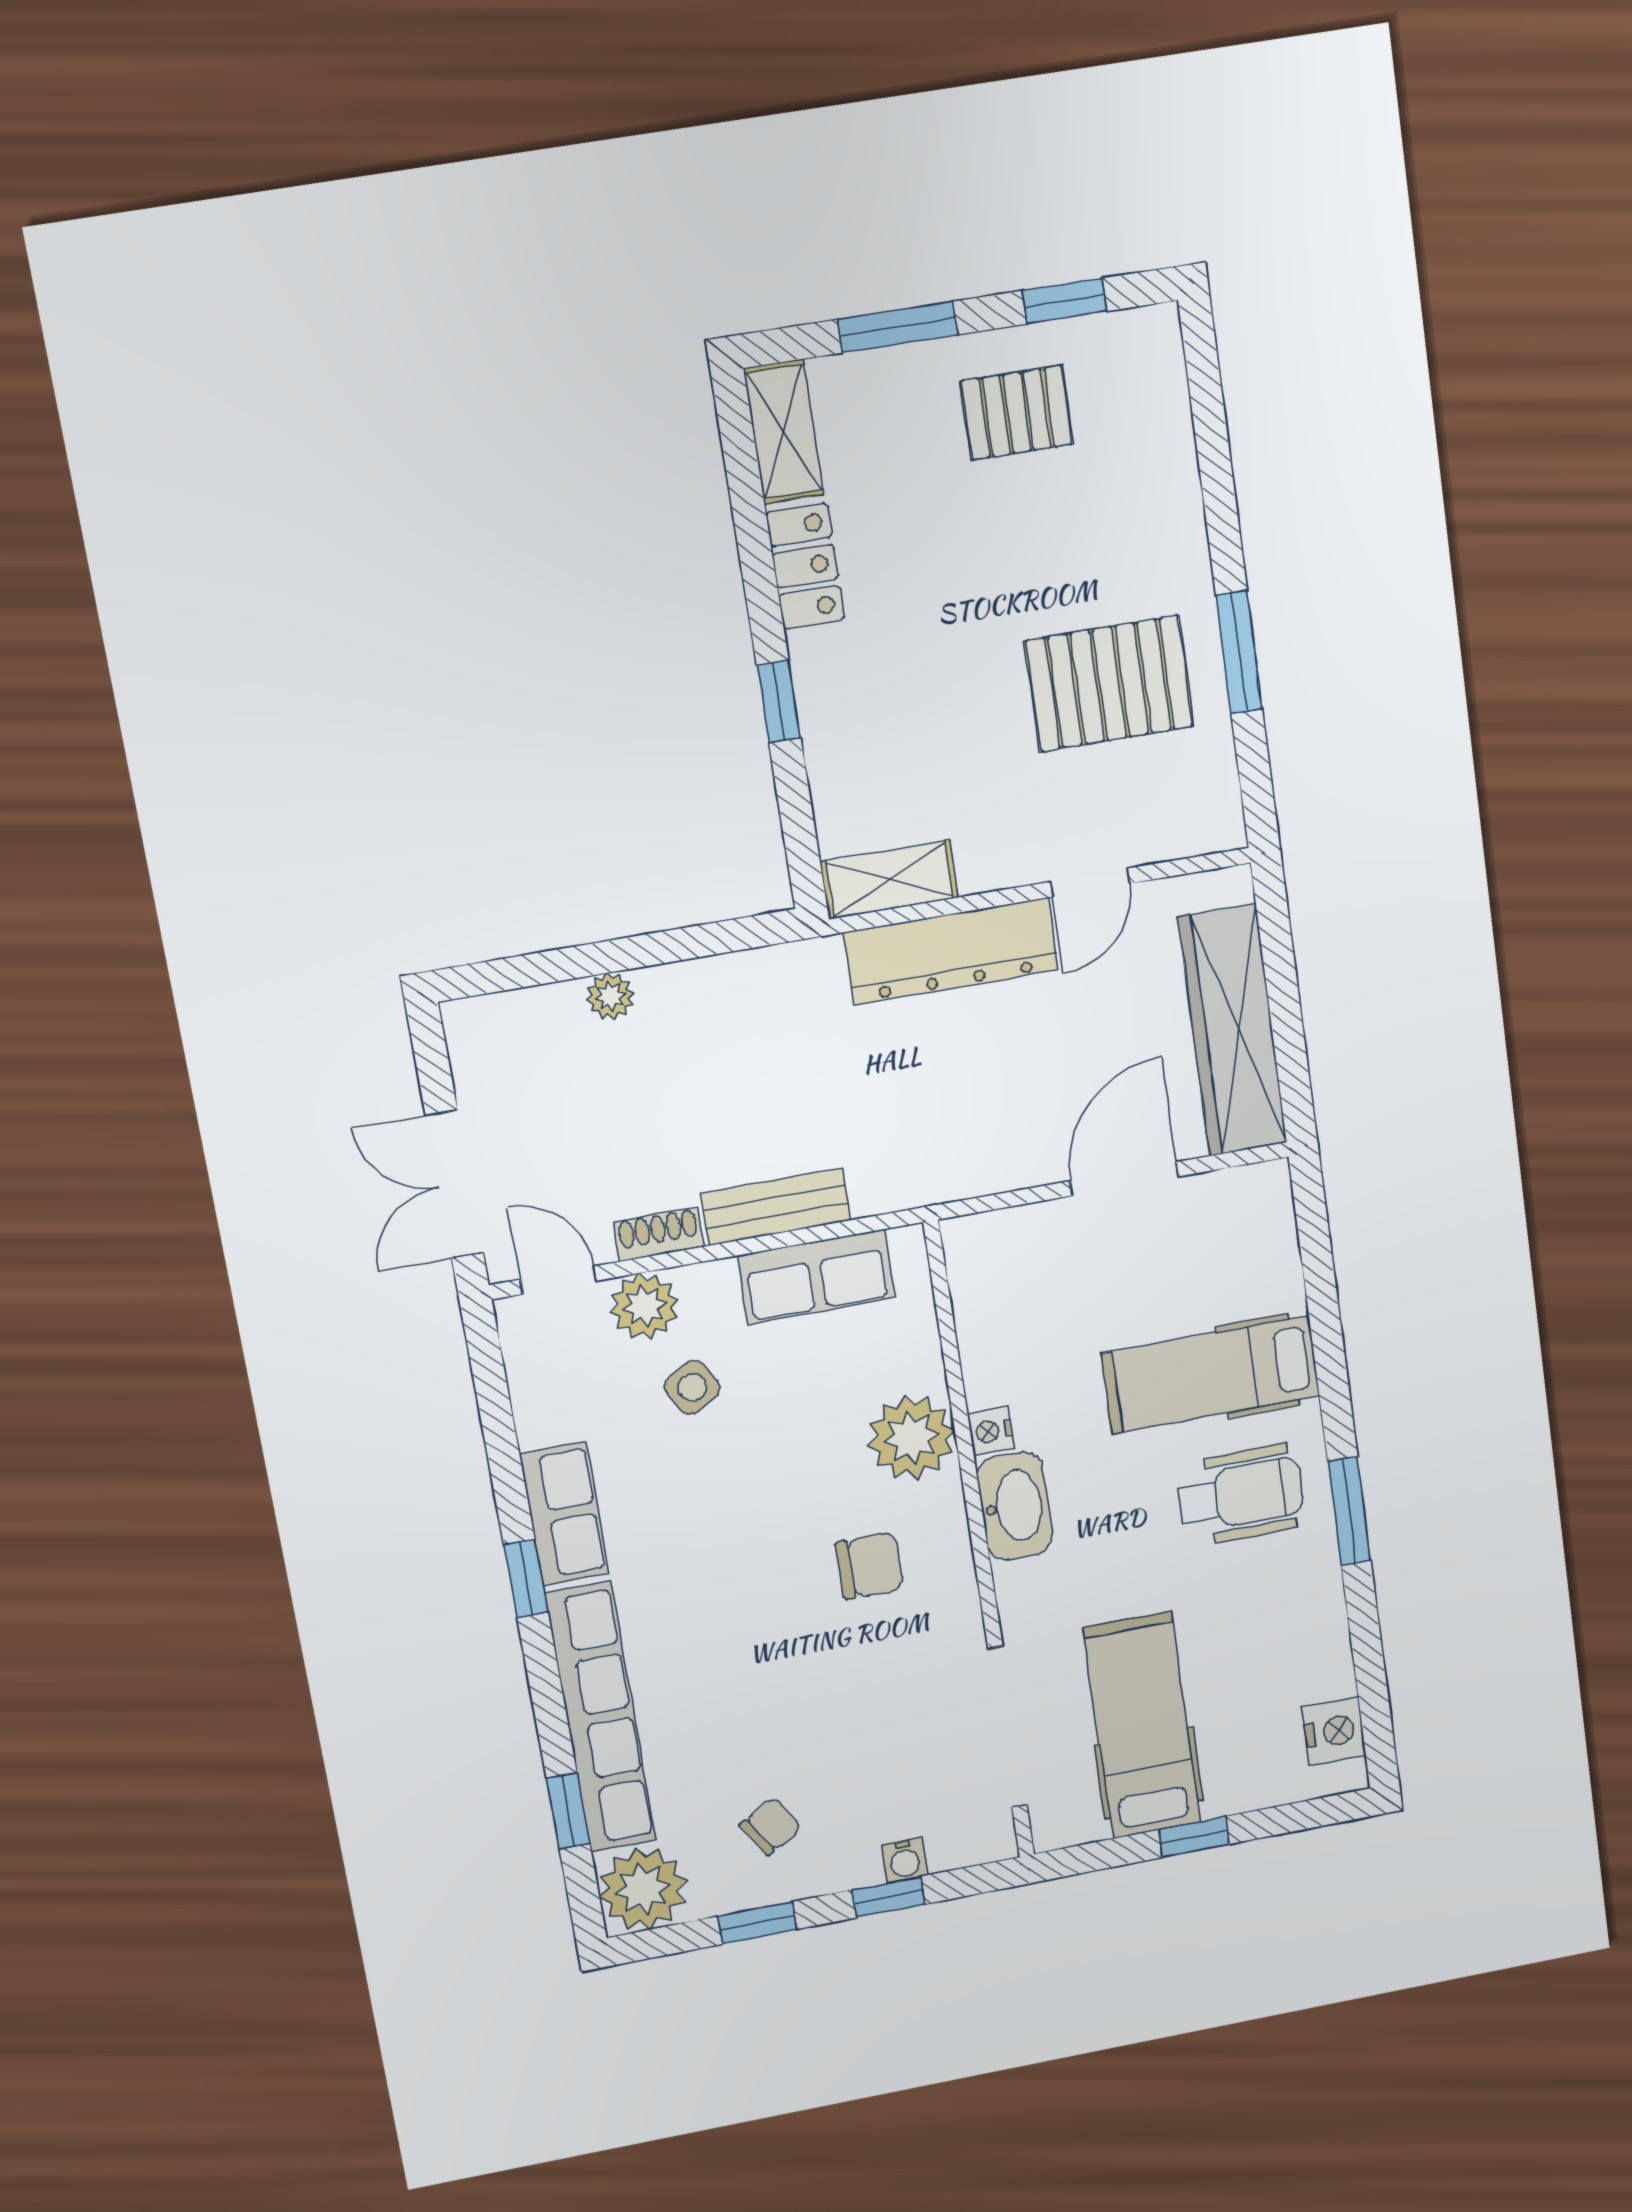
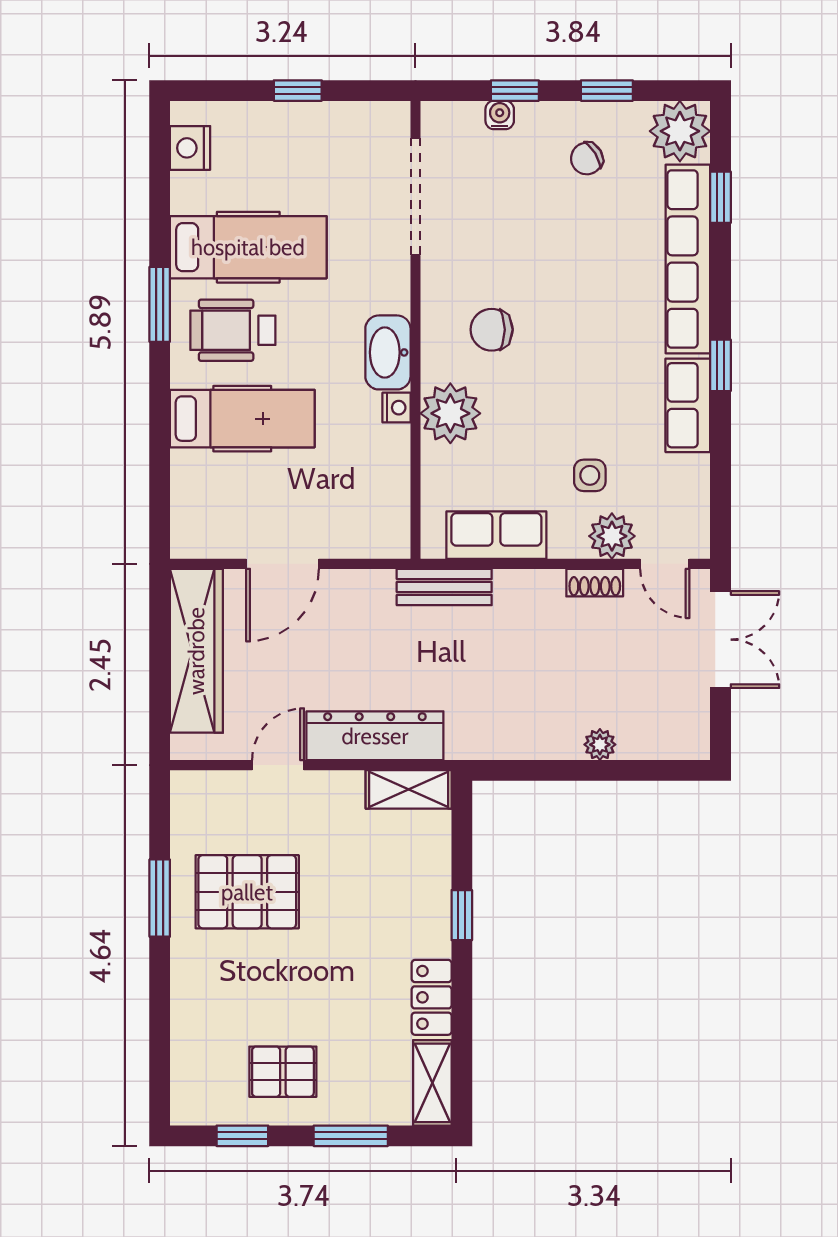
bench: (776, 1207) -> (444, 587), moved
side table: (692, 1387) -> (590, 475), turned 30
hospital bed: (1142, 1725) -> (248, 247), moved, turned -90

